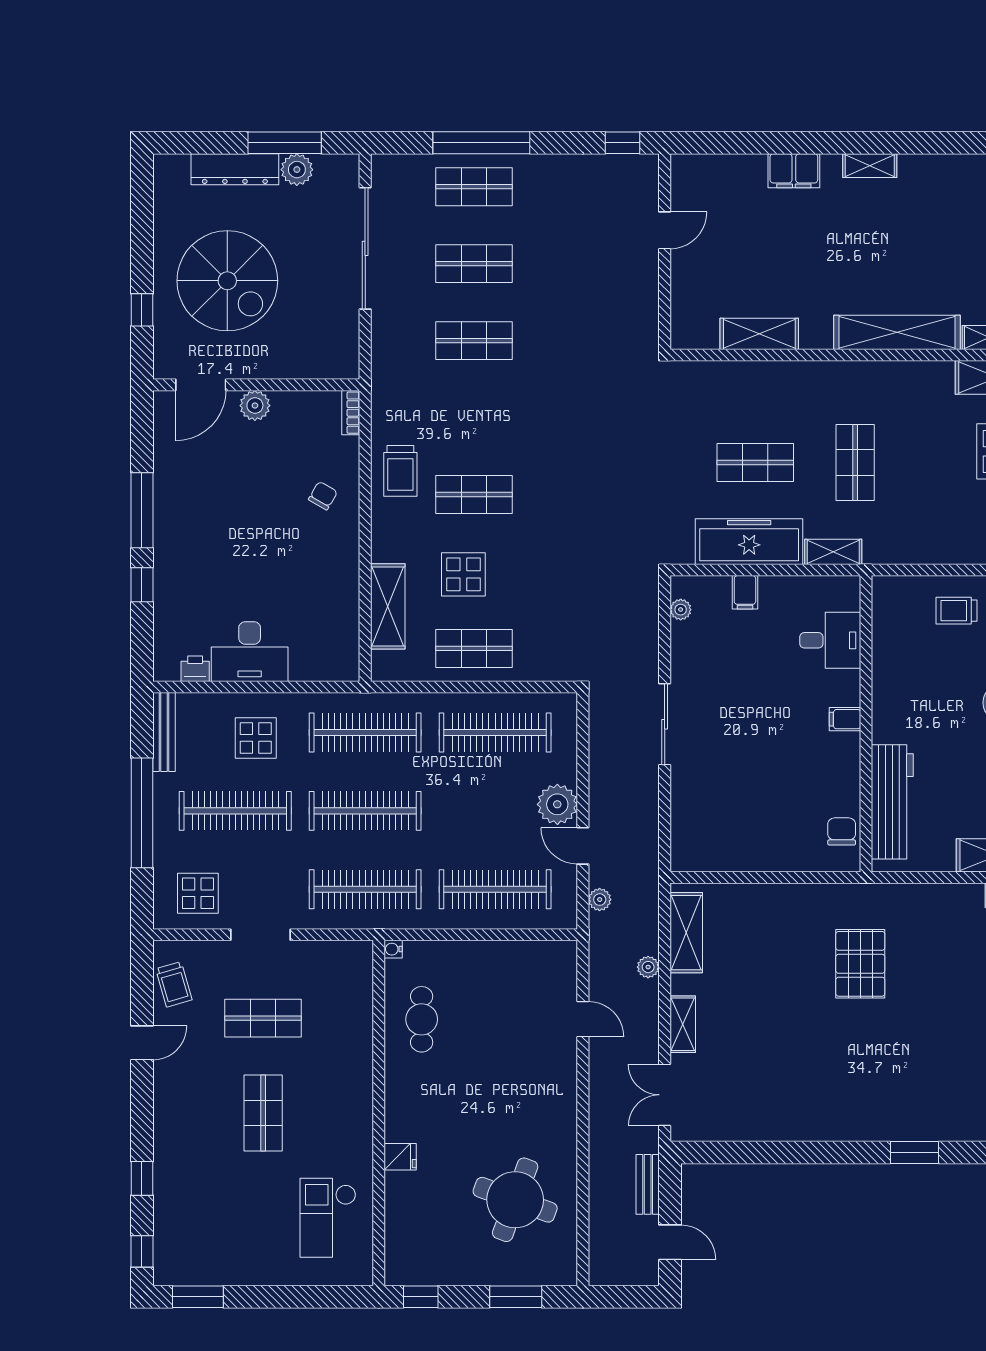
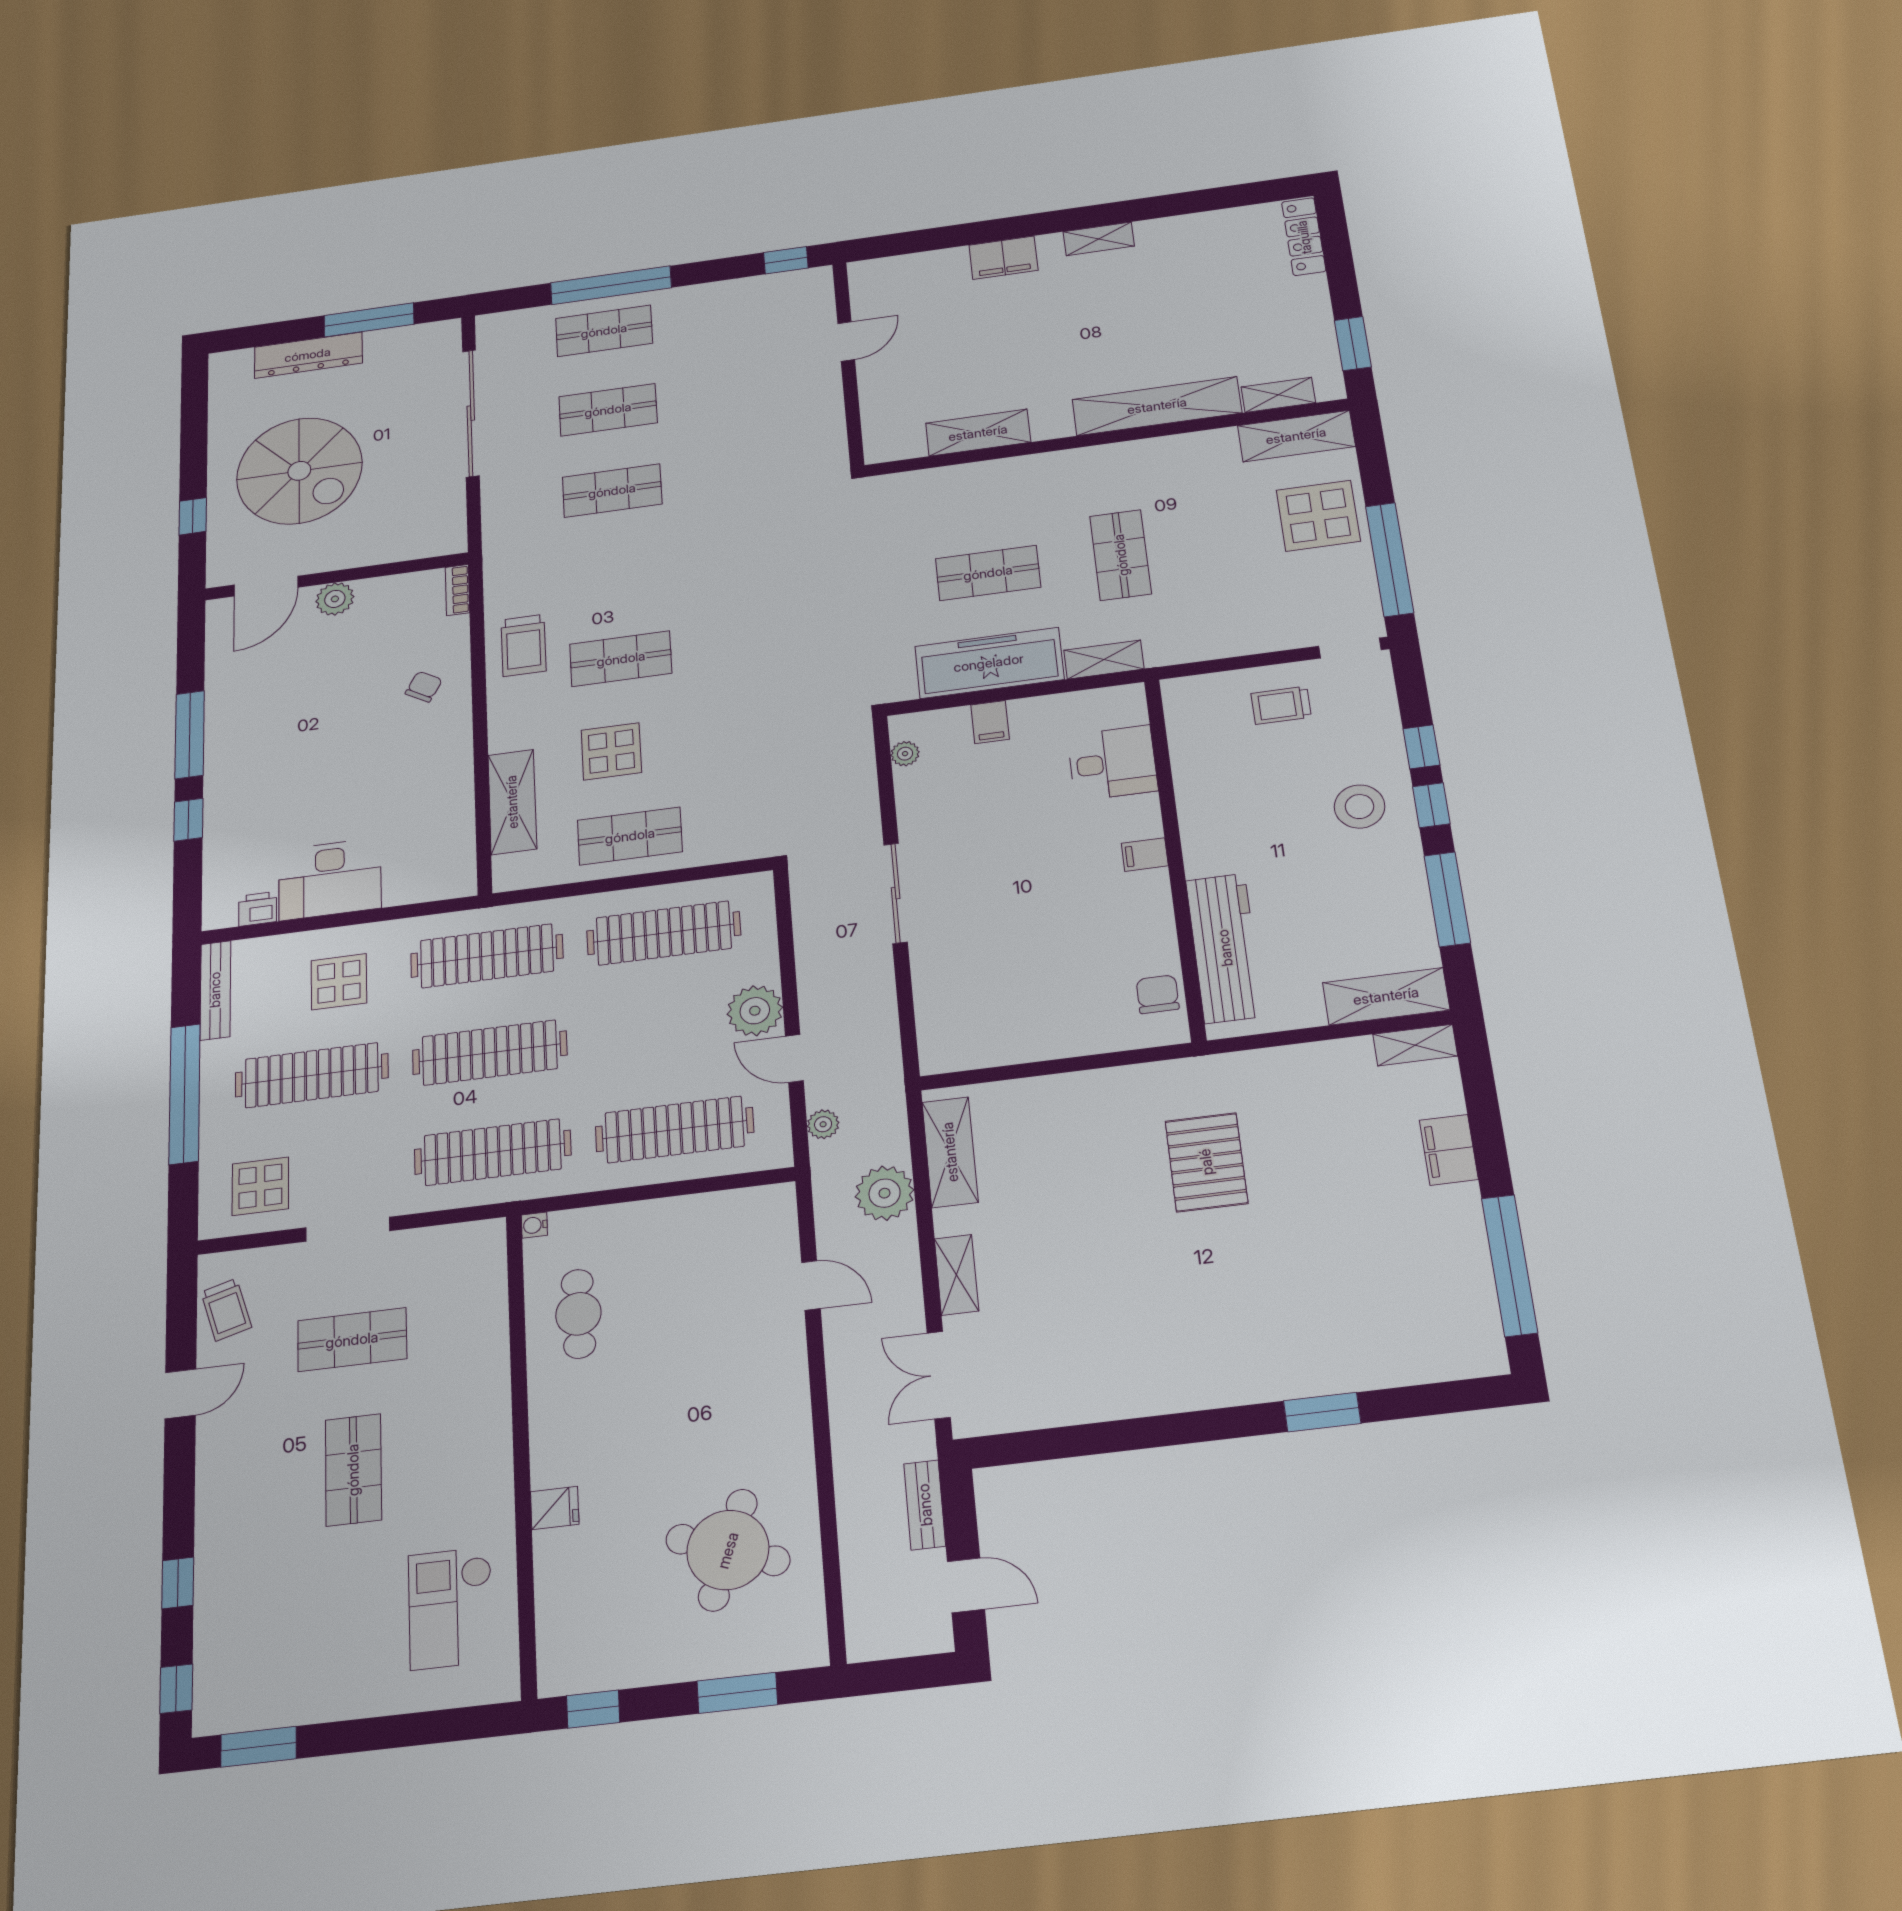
plant: (297, 170) -> (384, 345), removed
plant: (648, 967) -> (885, 1193), width x1.87, depth x1.87

